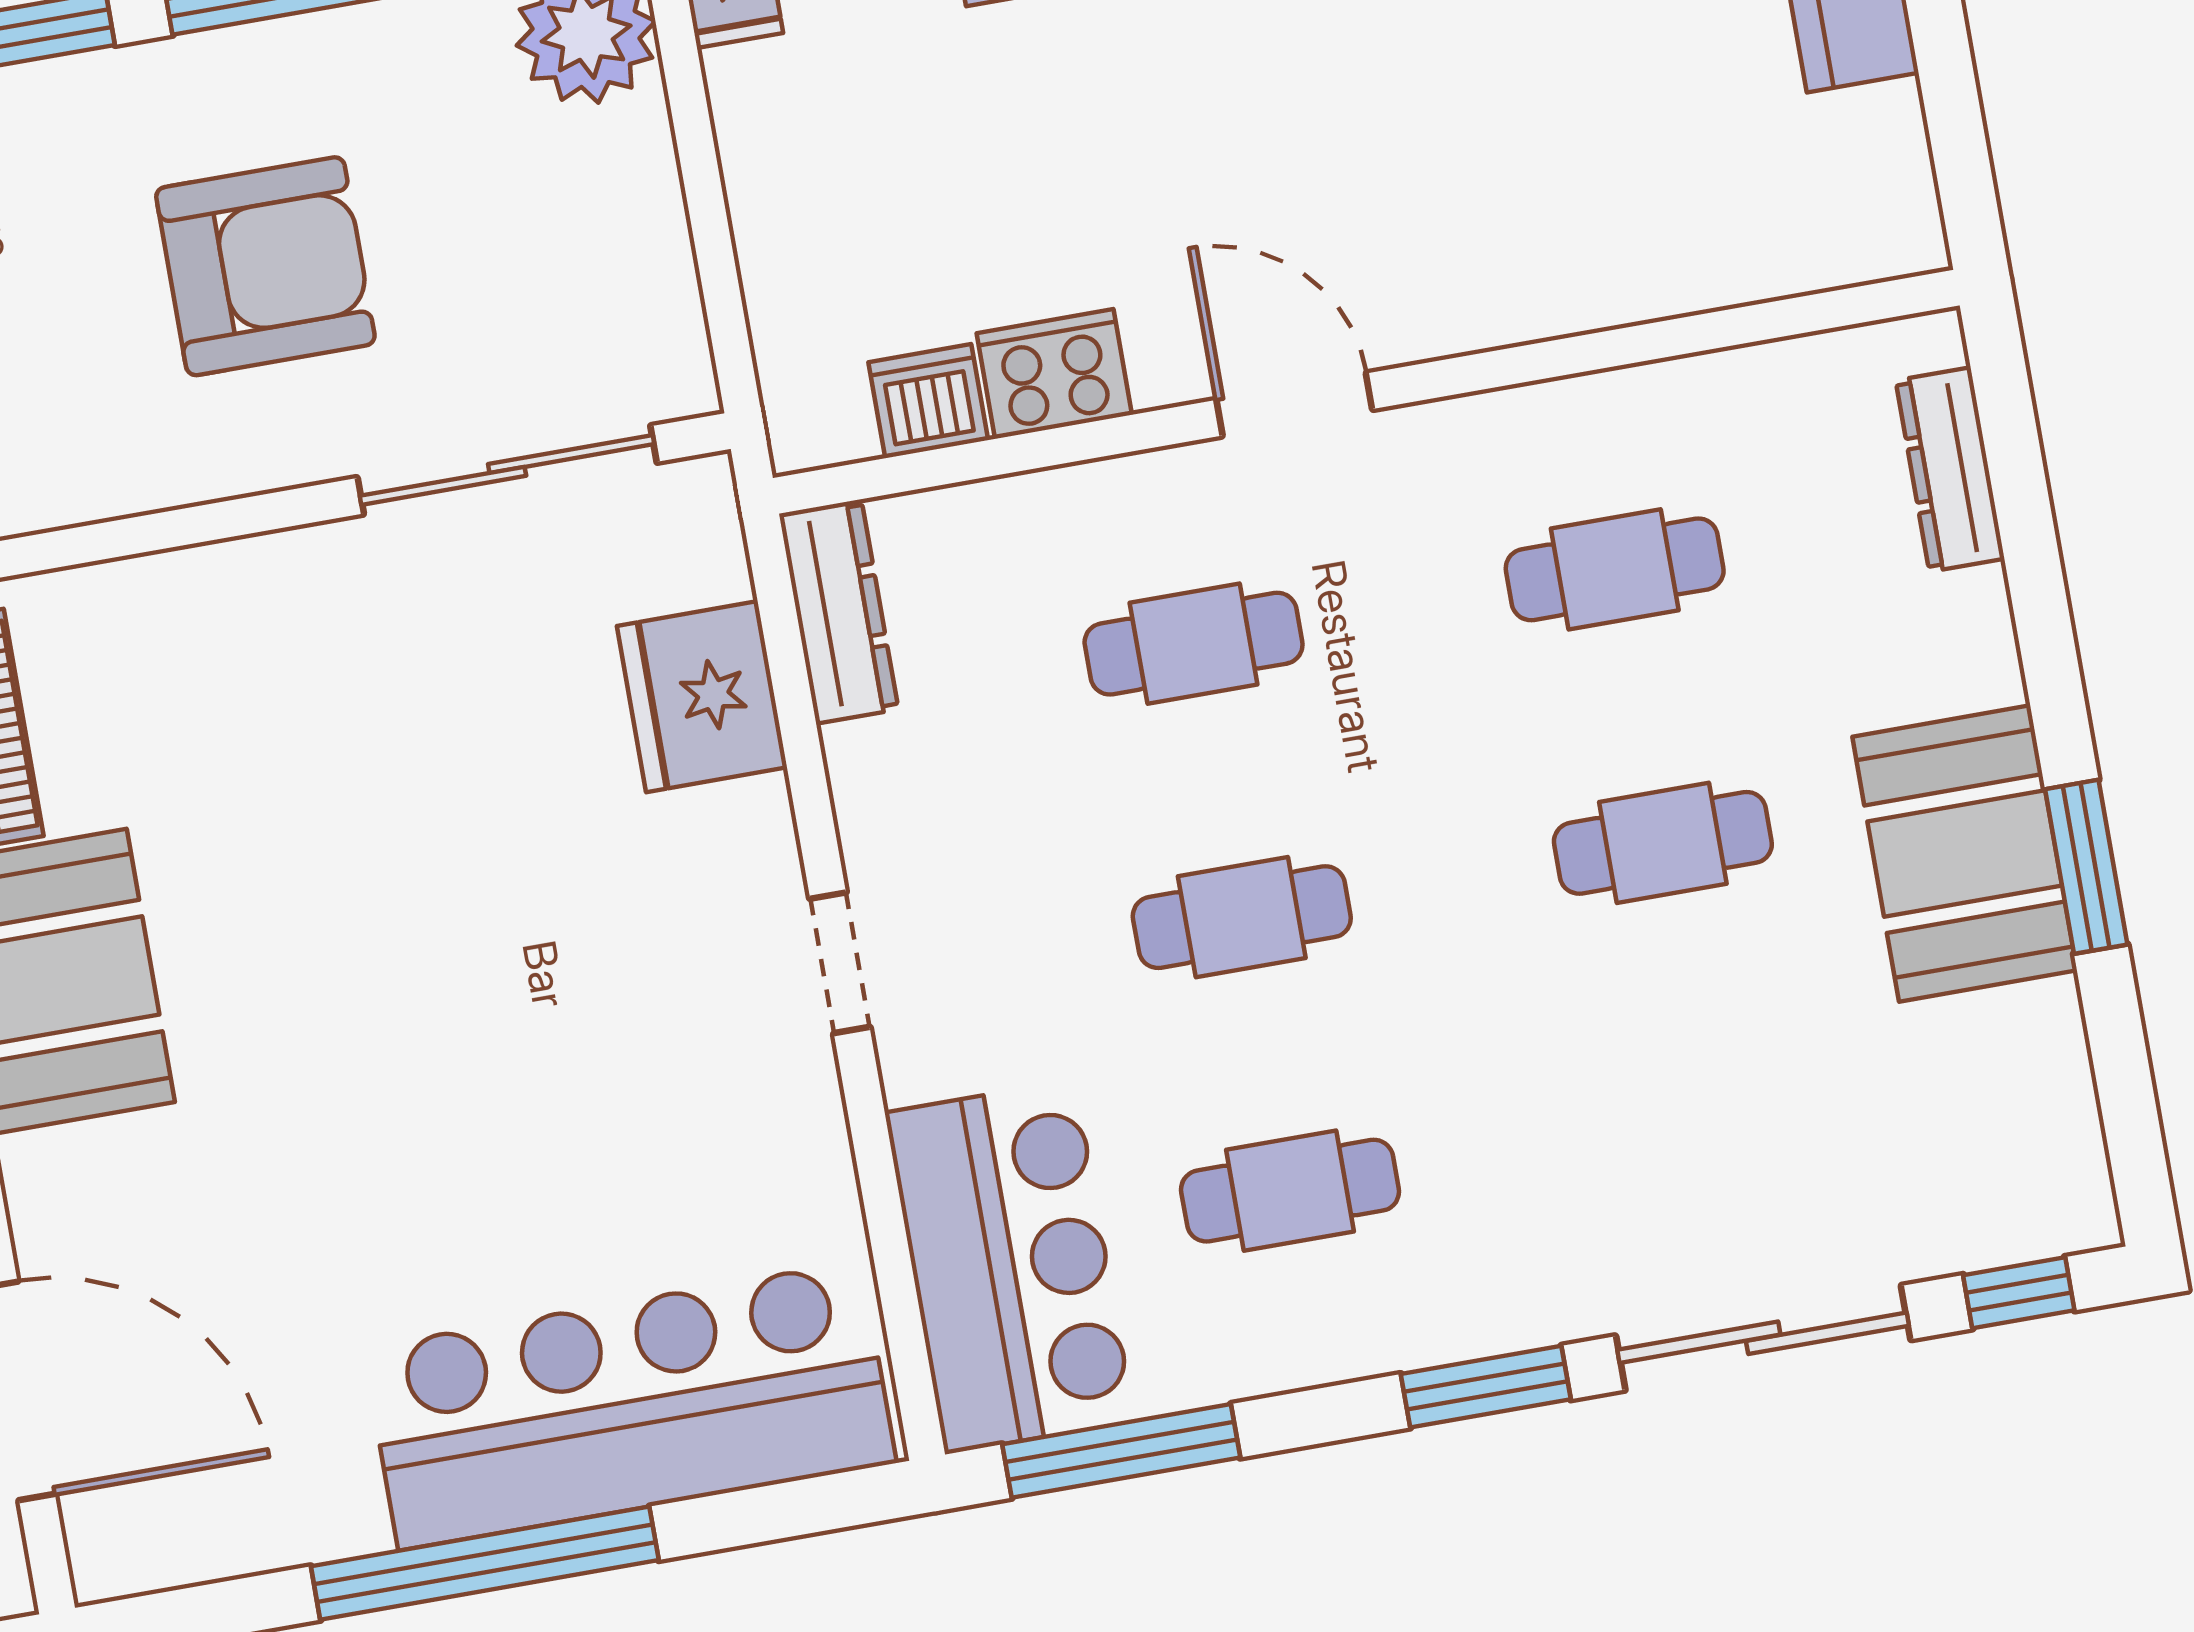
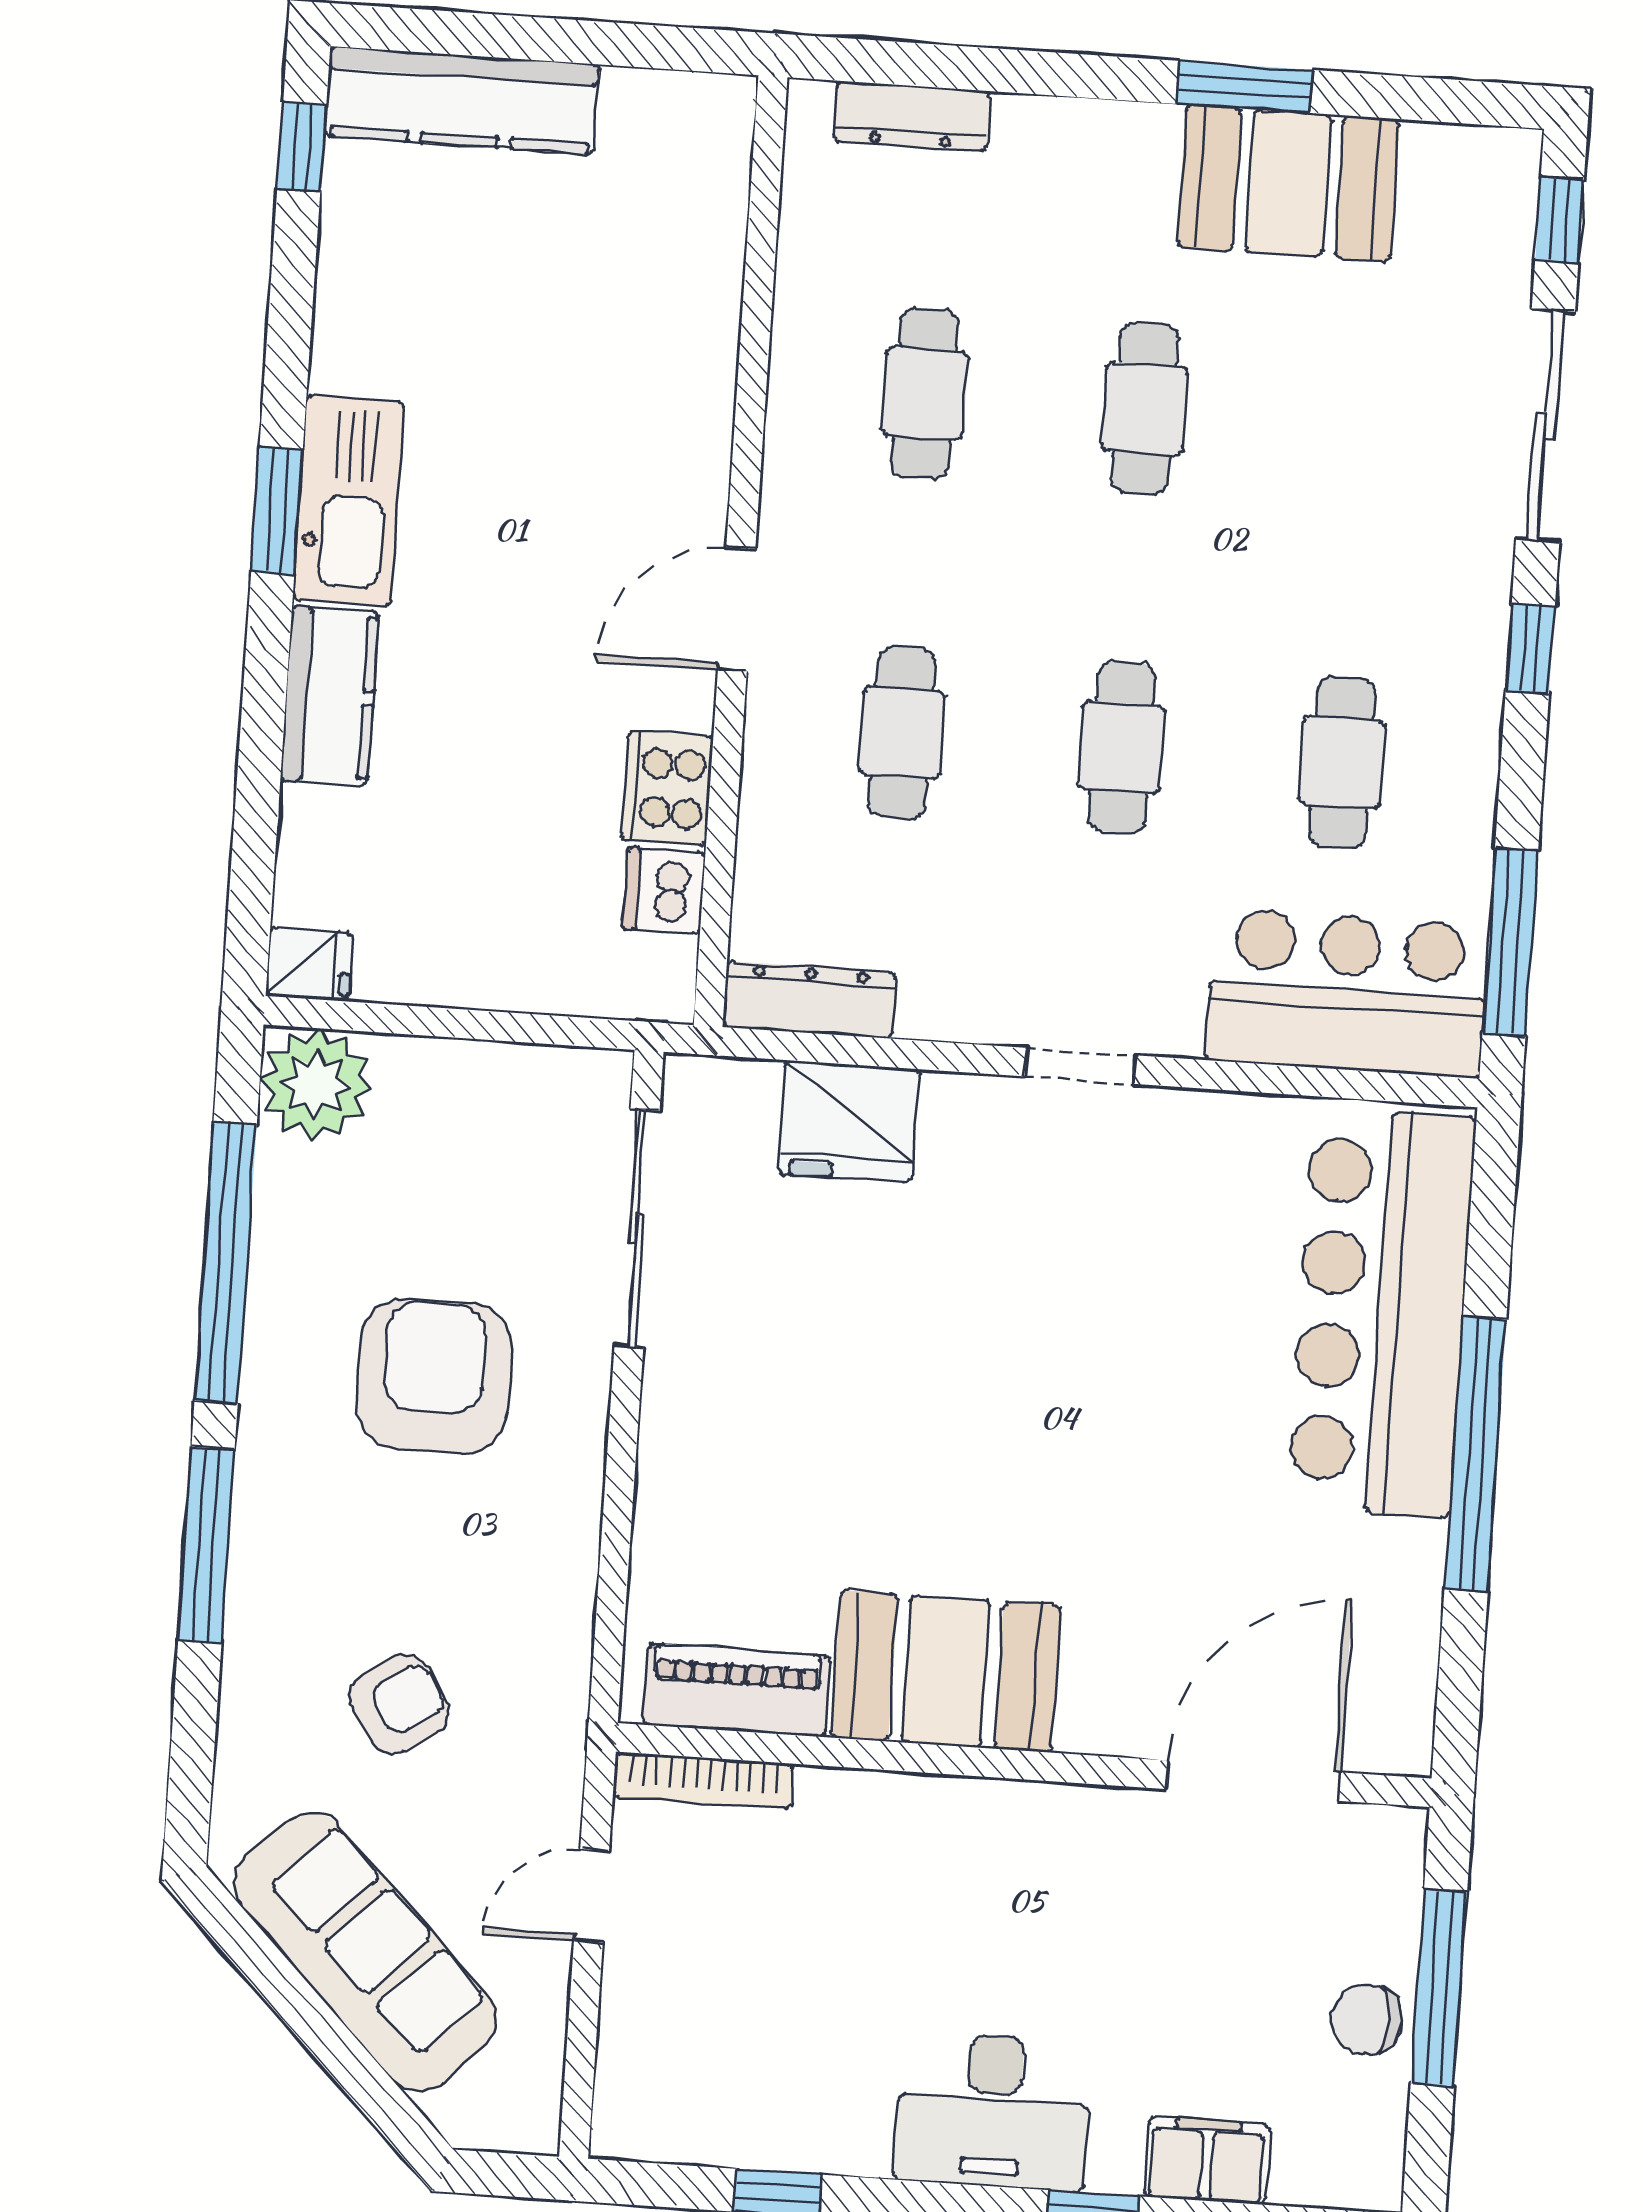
booth: (1965, 854) -> (1288, 183), moved
window: (1486, 1387) -> (1530, 649), width x0.67

